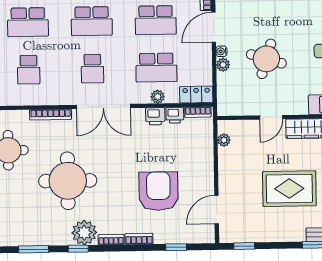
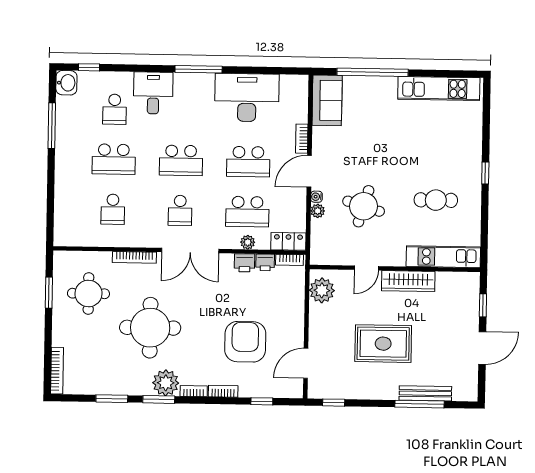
plant: (224, 140) -> (322, 290), width x1.88, depth x1.88
window: (78, 249) -> (159, 399), width x1.50

